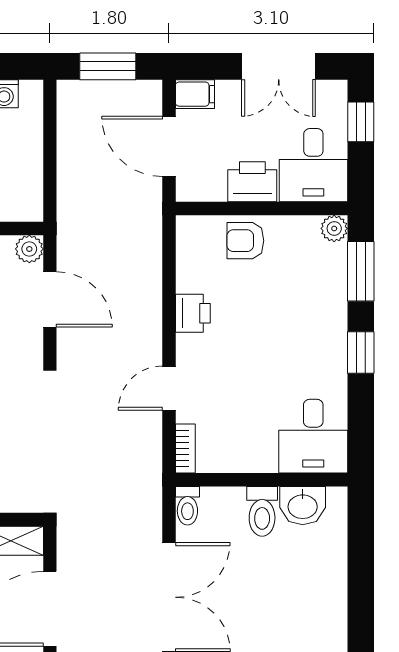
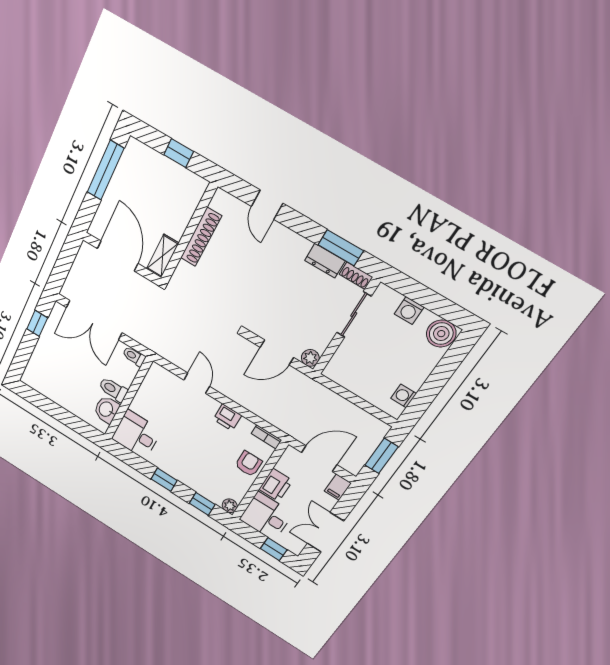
window: (361, 271) -> (202, 504), width x0.67
bookcase: (185, 448) -> (266, 437), moved

